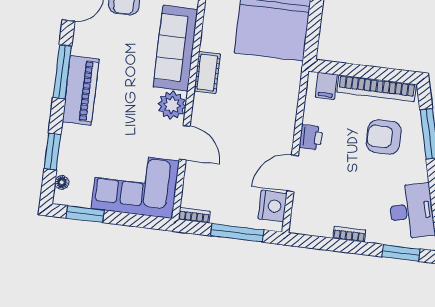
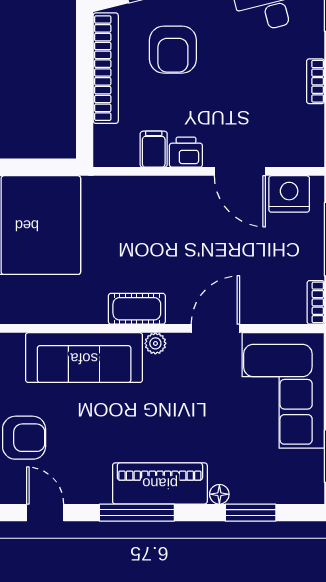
cot: (207, 72) -> (137, 309), moved
filing cabinet: (326, 86) -> (154, 149), moved, turned -90
plant: (172, 105) -> (155, 343), width x0.53, depth x0.53
floor lamp: (62, 182) -> (219, 494), moved

